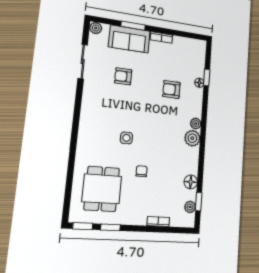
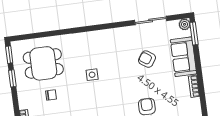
window: (133, 26) -> (194, 33), moved
armchair: (123, 76) -> (147, 59), turned -56
chair: (142, 171) -> (51, 95), moved

